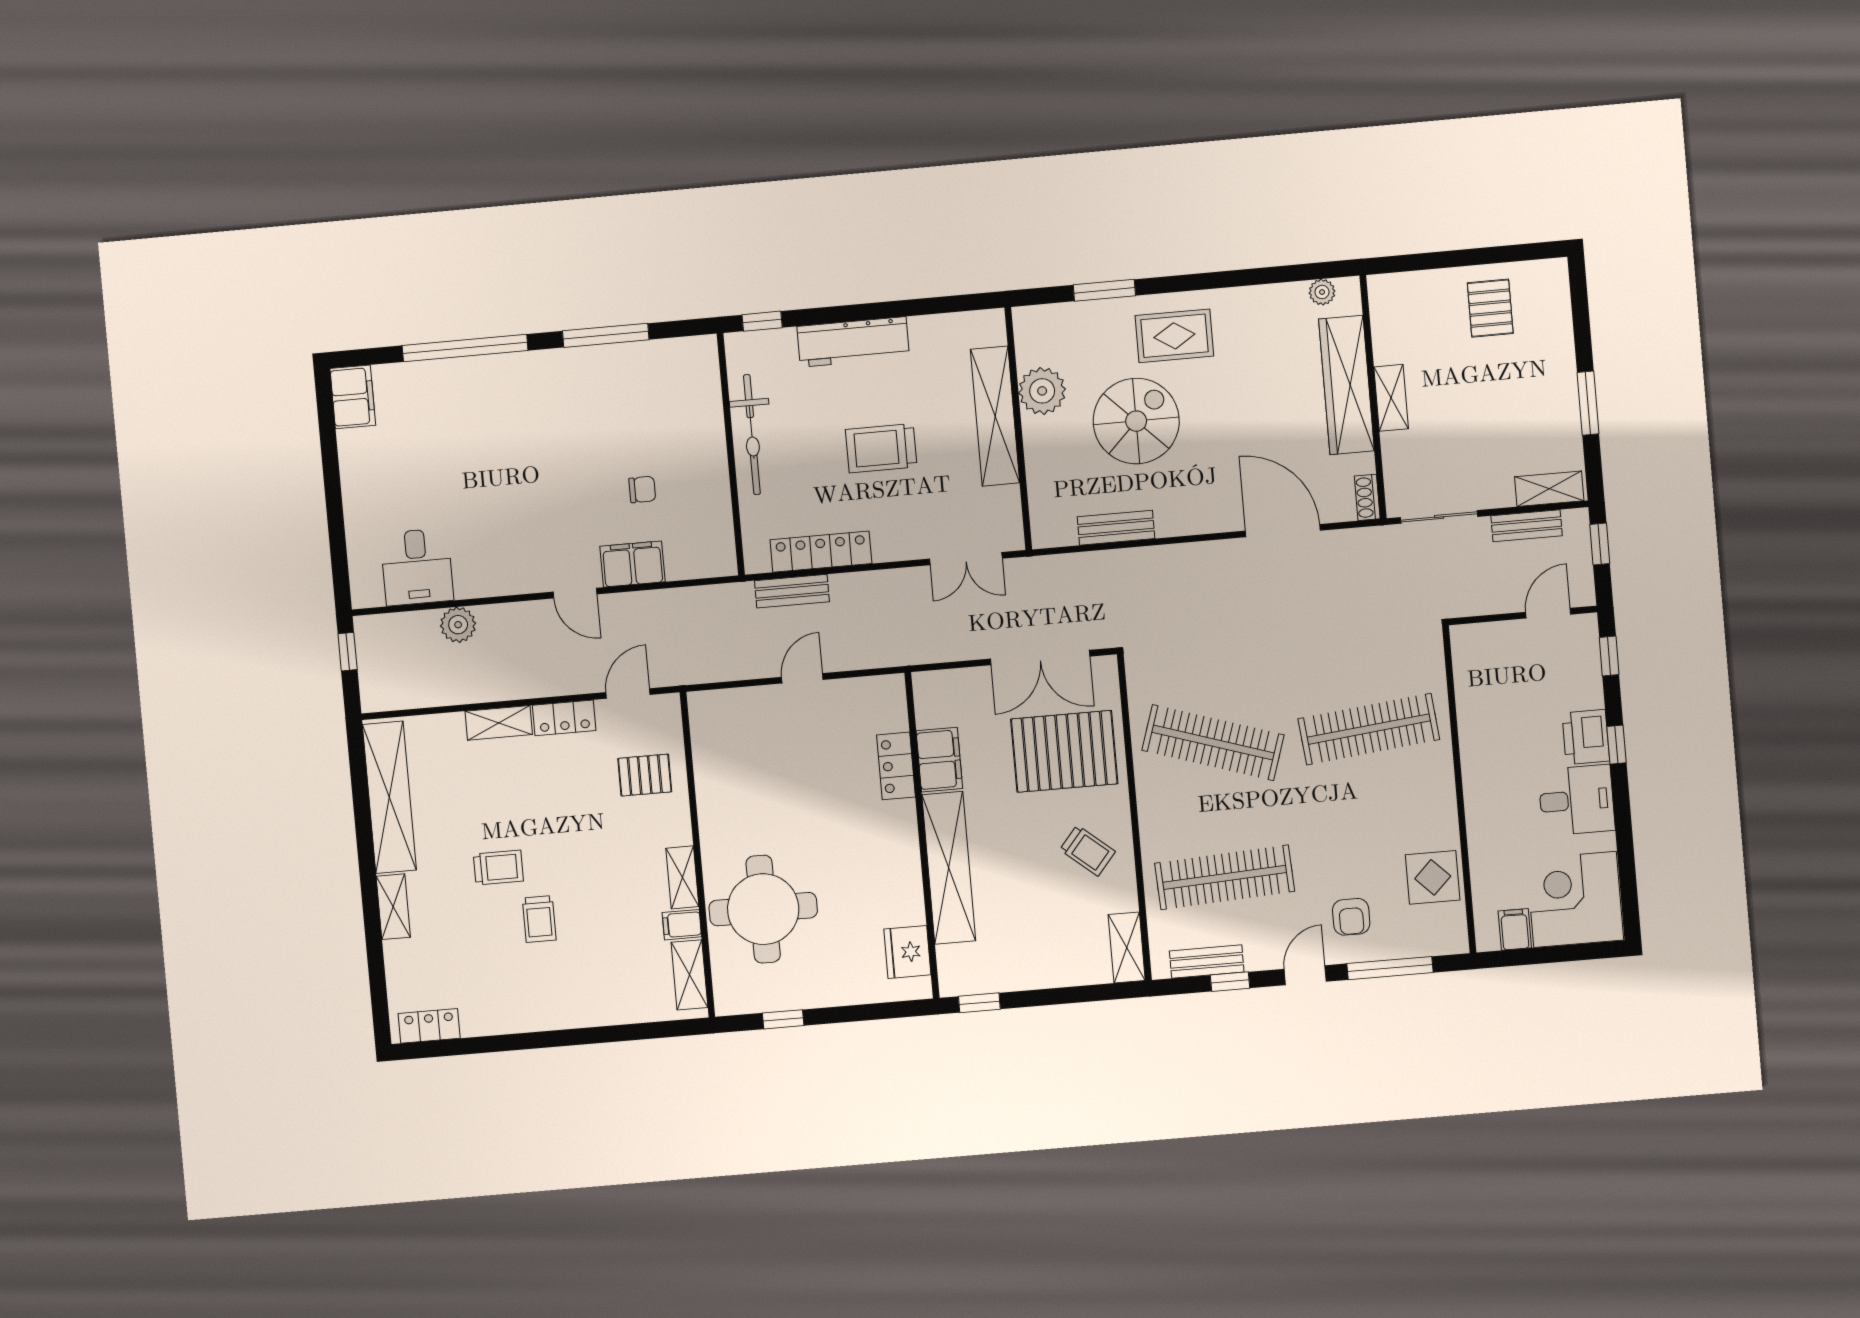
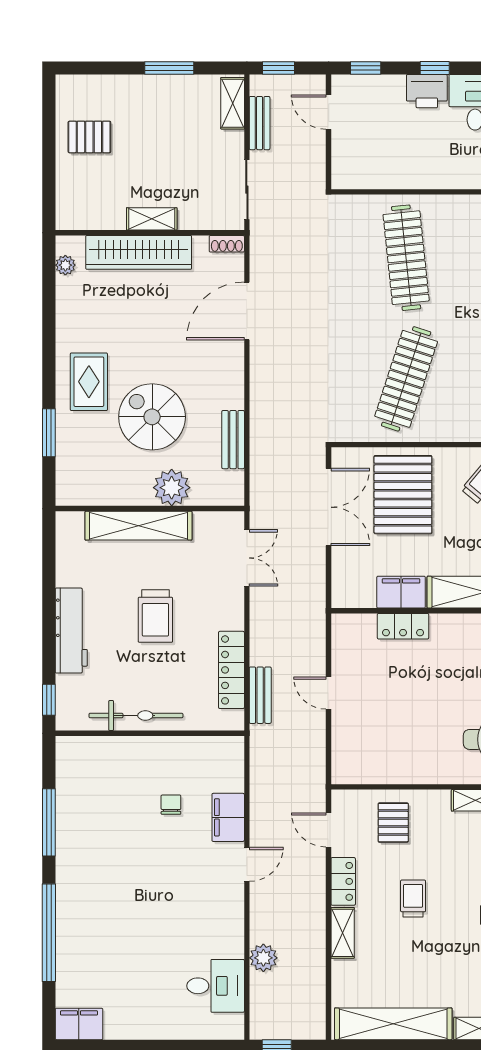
plant: (1042, 391) -> (172, 488), moved
trolley: (498, 868) -> (413, 899), moved

